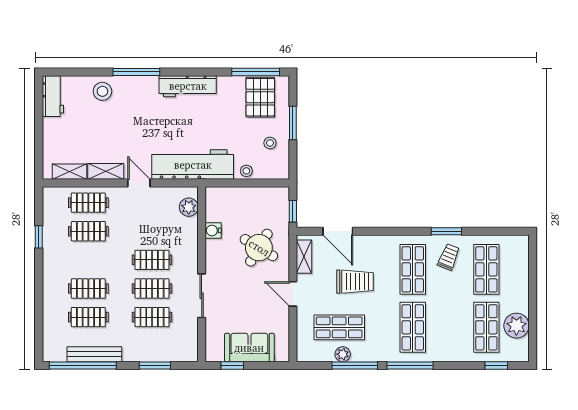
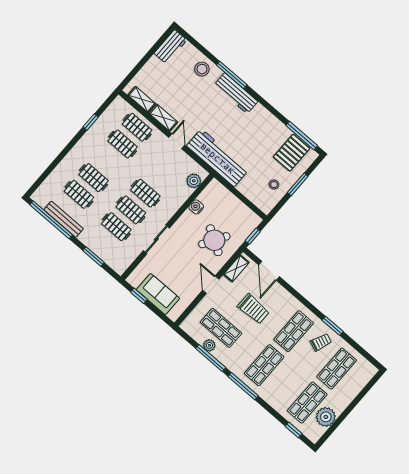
workbench: (188, 86) -> (236, 93), moved
stool: (246, 171) -> (246, 189), removed

